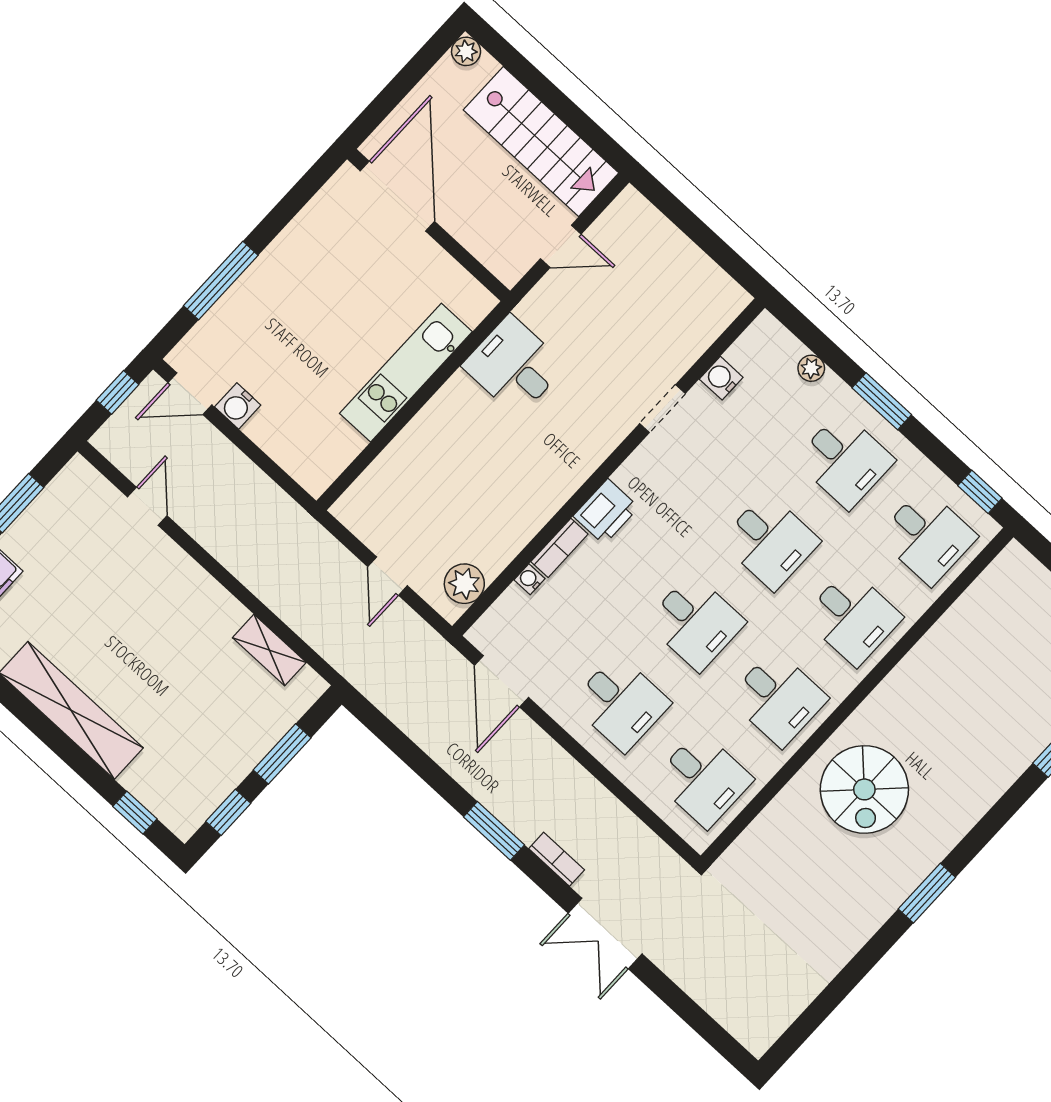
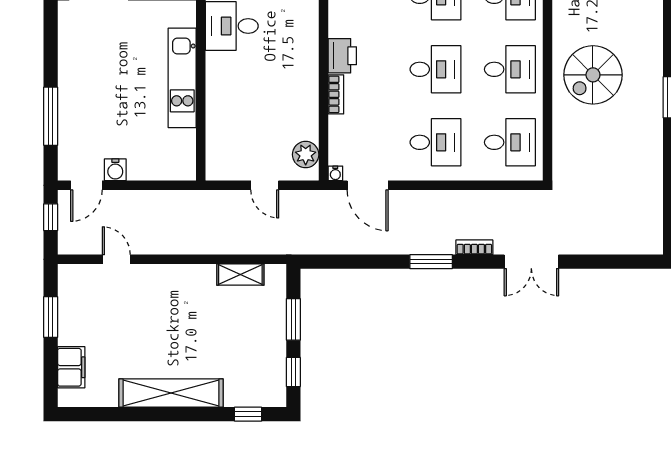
water cooler: (529, 579) -> (335, 173), moved, turned -90
spiral stairs: (864, 789) -> (593, 75), turned 90

